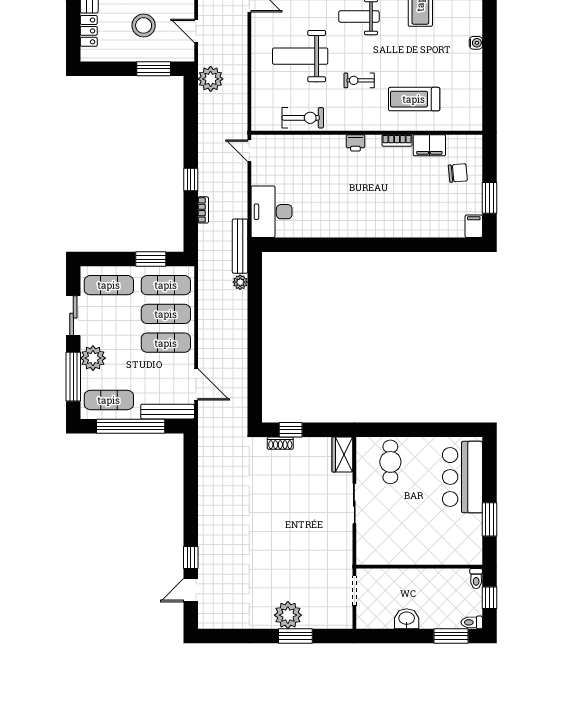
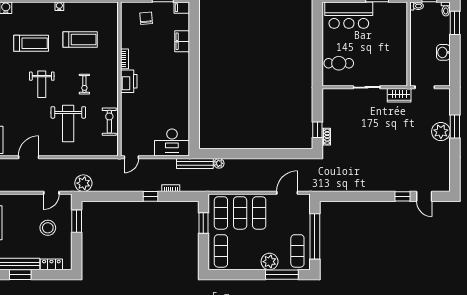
treadmill: (414, 99) -> (80, 39), moved, turned -90
printer: (355, 143) -> (129, 81), width x1.87, depth x1.48
filing cabinet: (429, 145) -> (182, 41), moved, turned 180
sliding door: (73, 316) -> (241, 275), removed
bench: (168, 412) -> (305, 212), removed
wardrobe: (342, 454) -> (399, 95), moved

